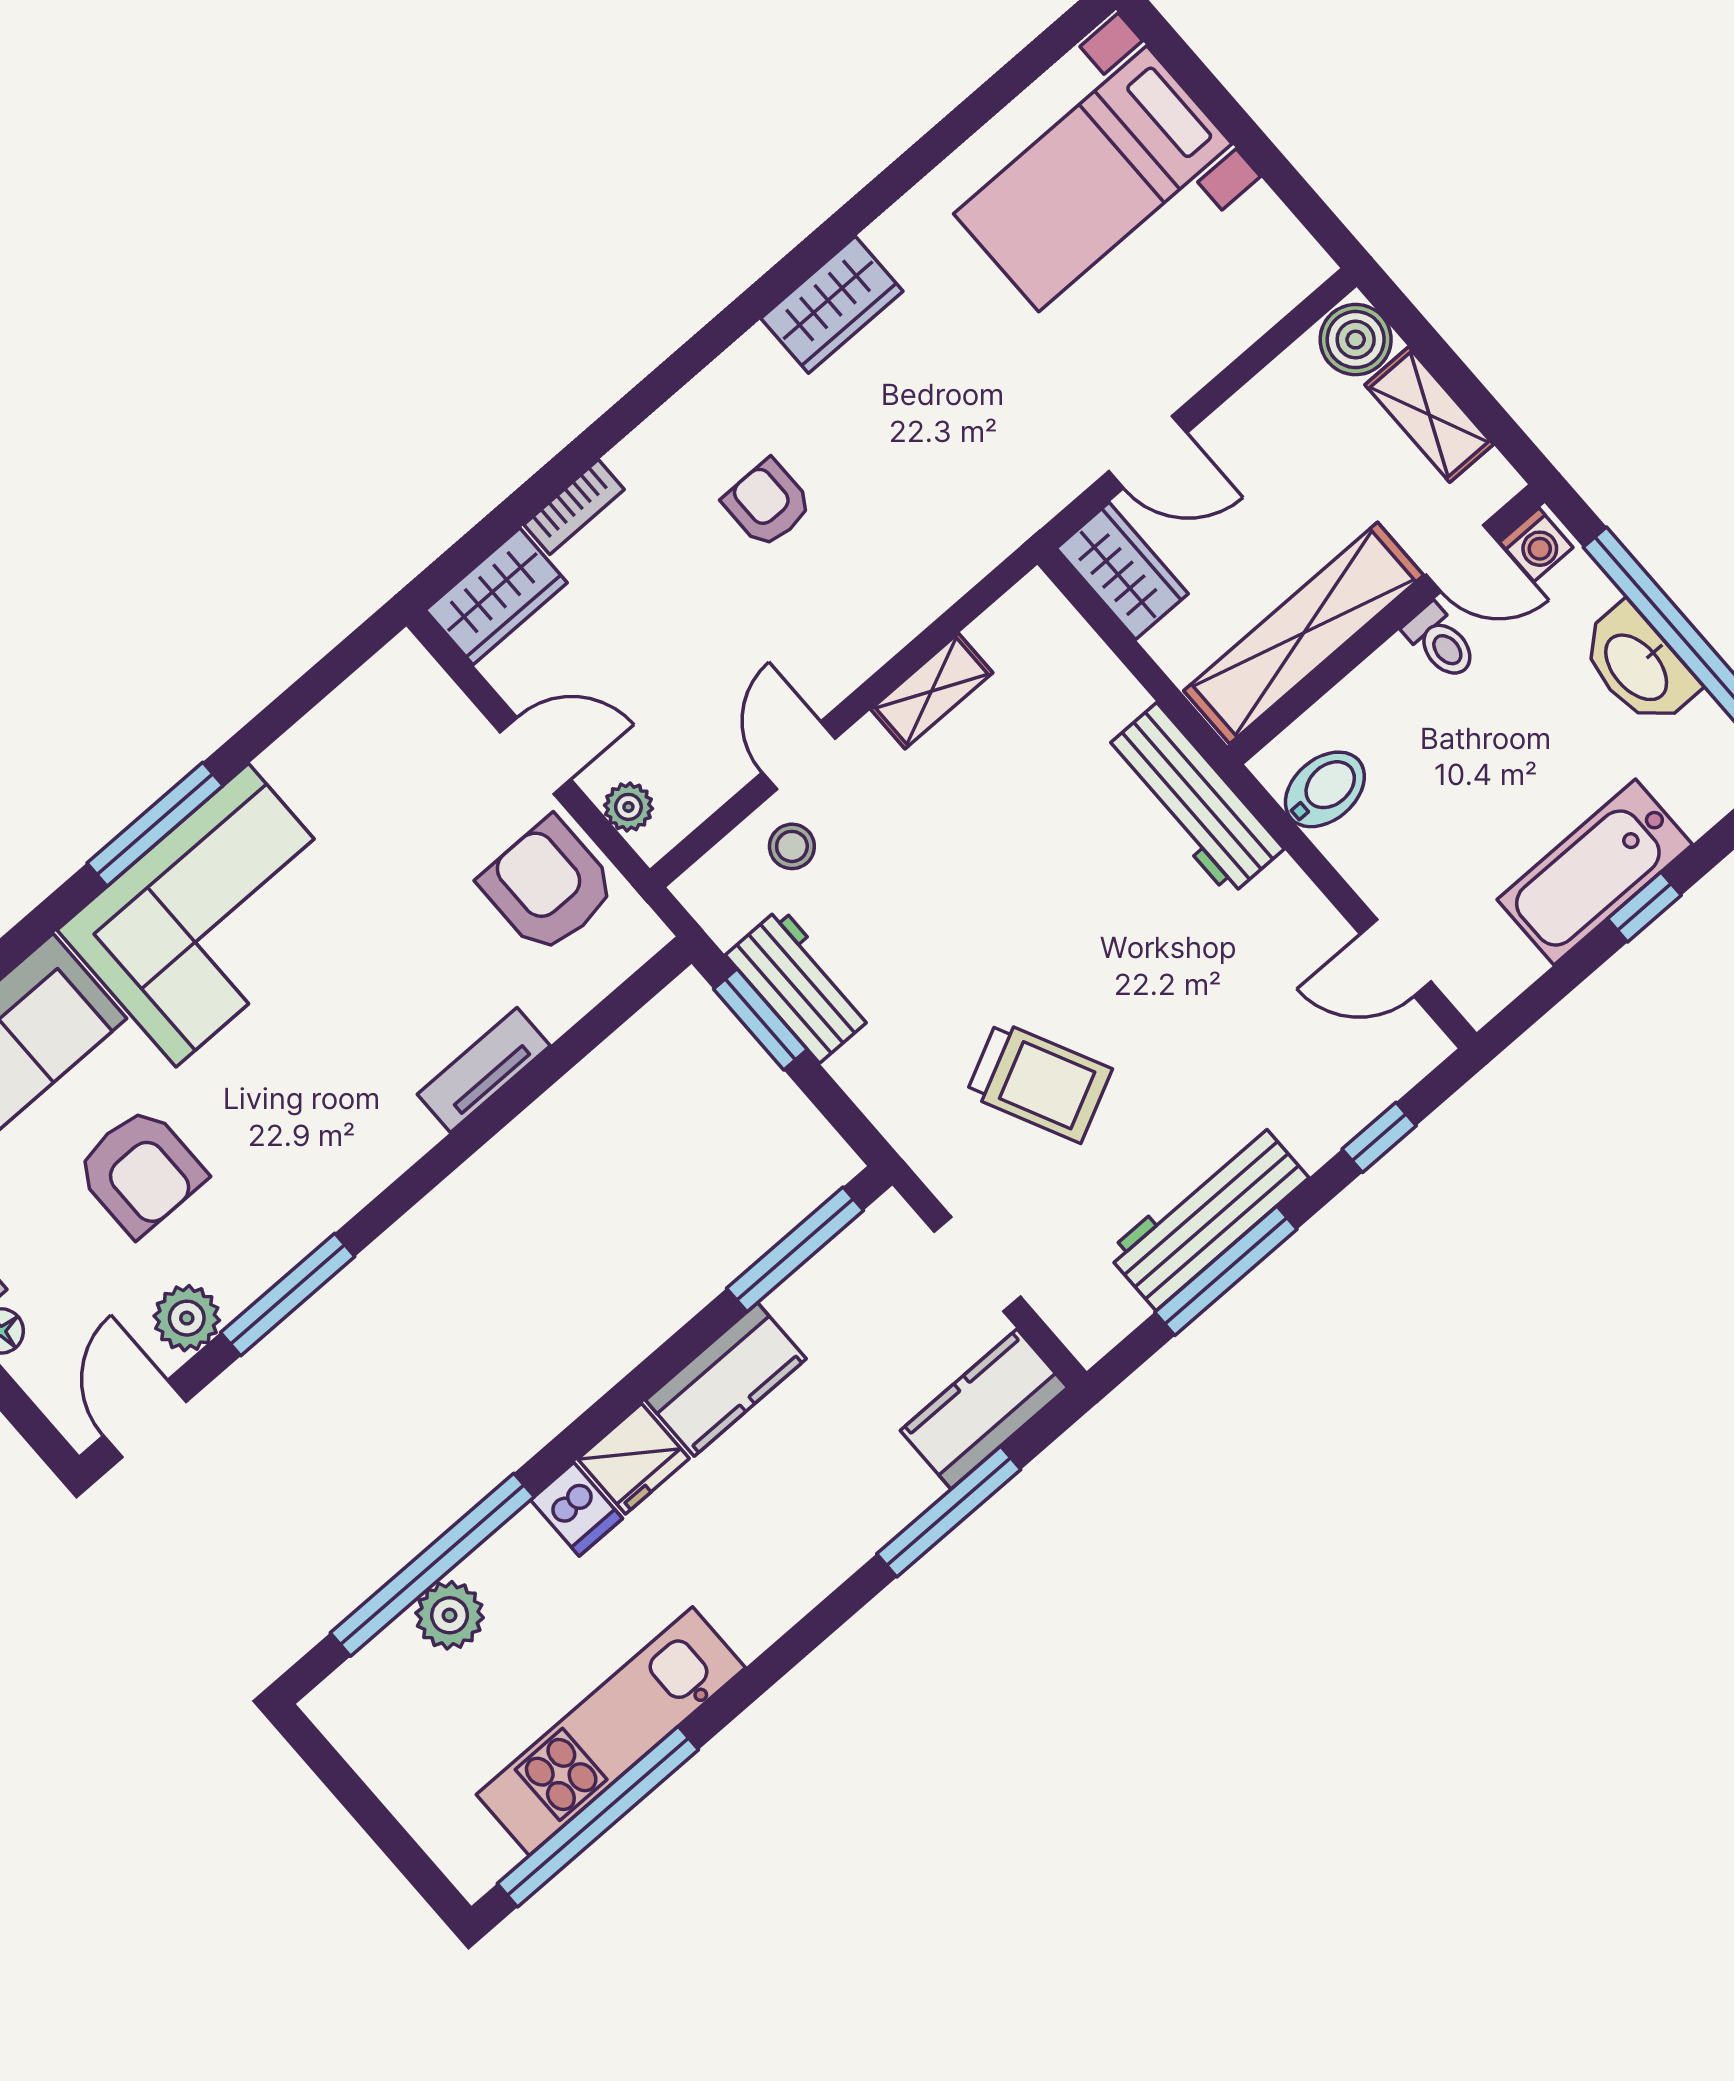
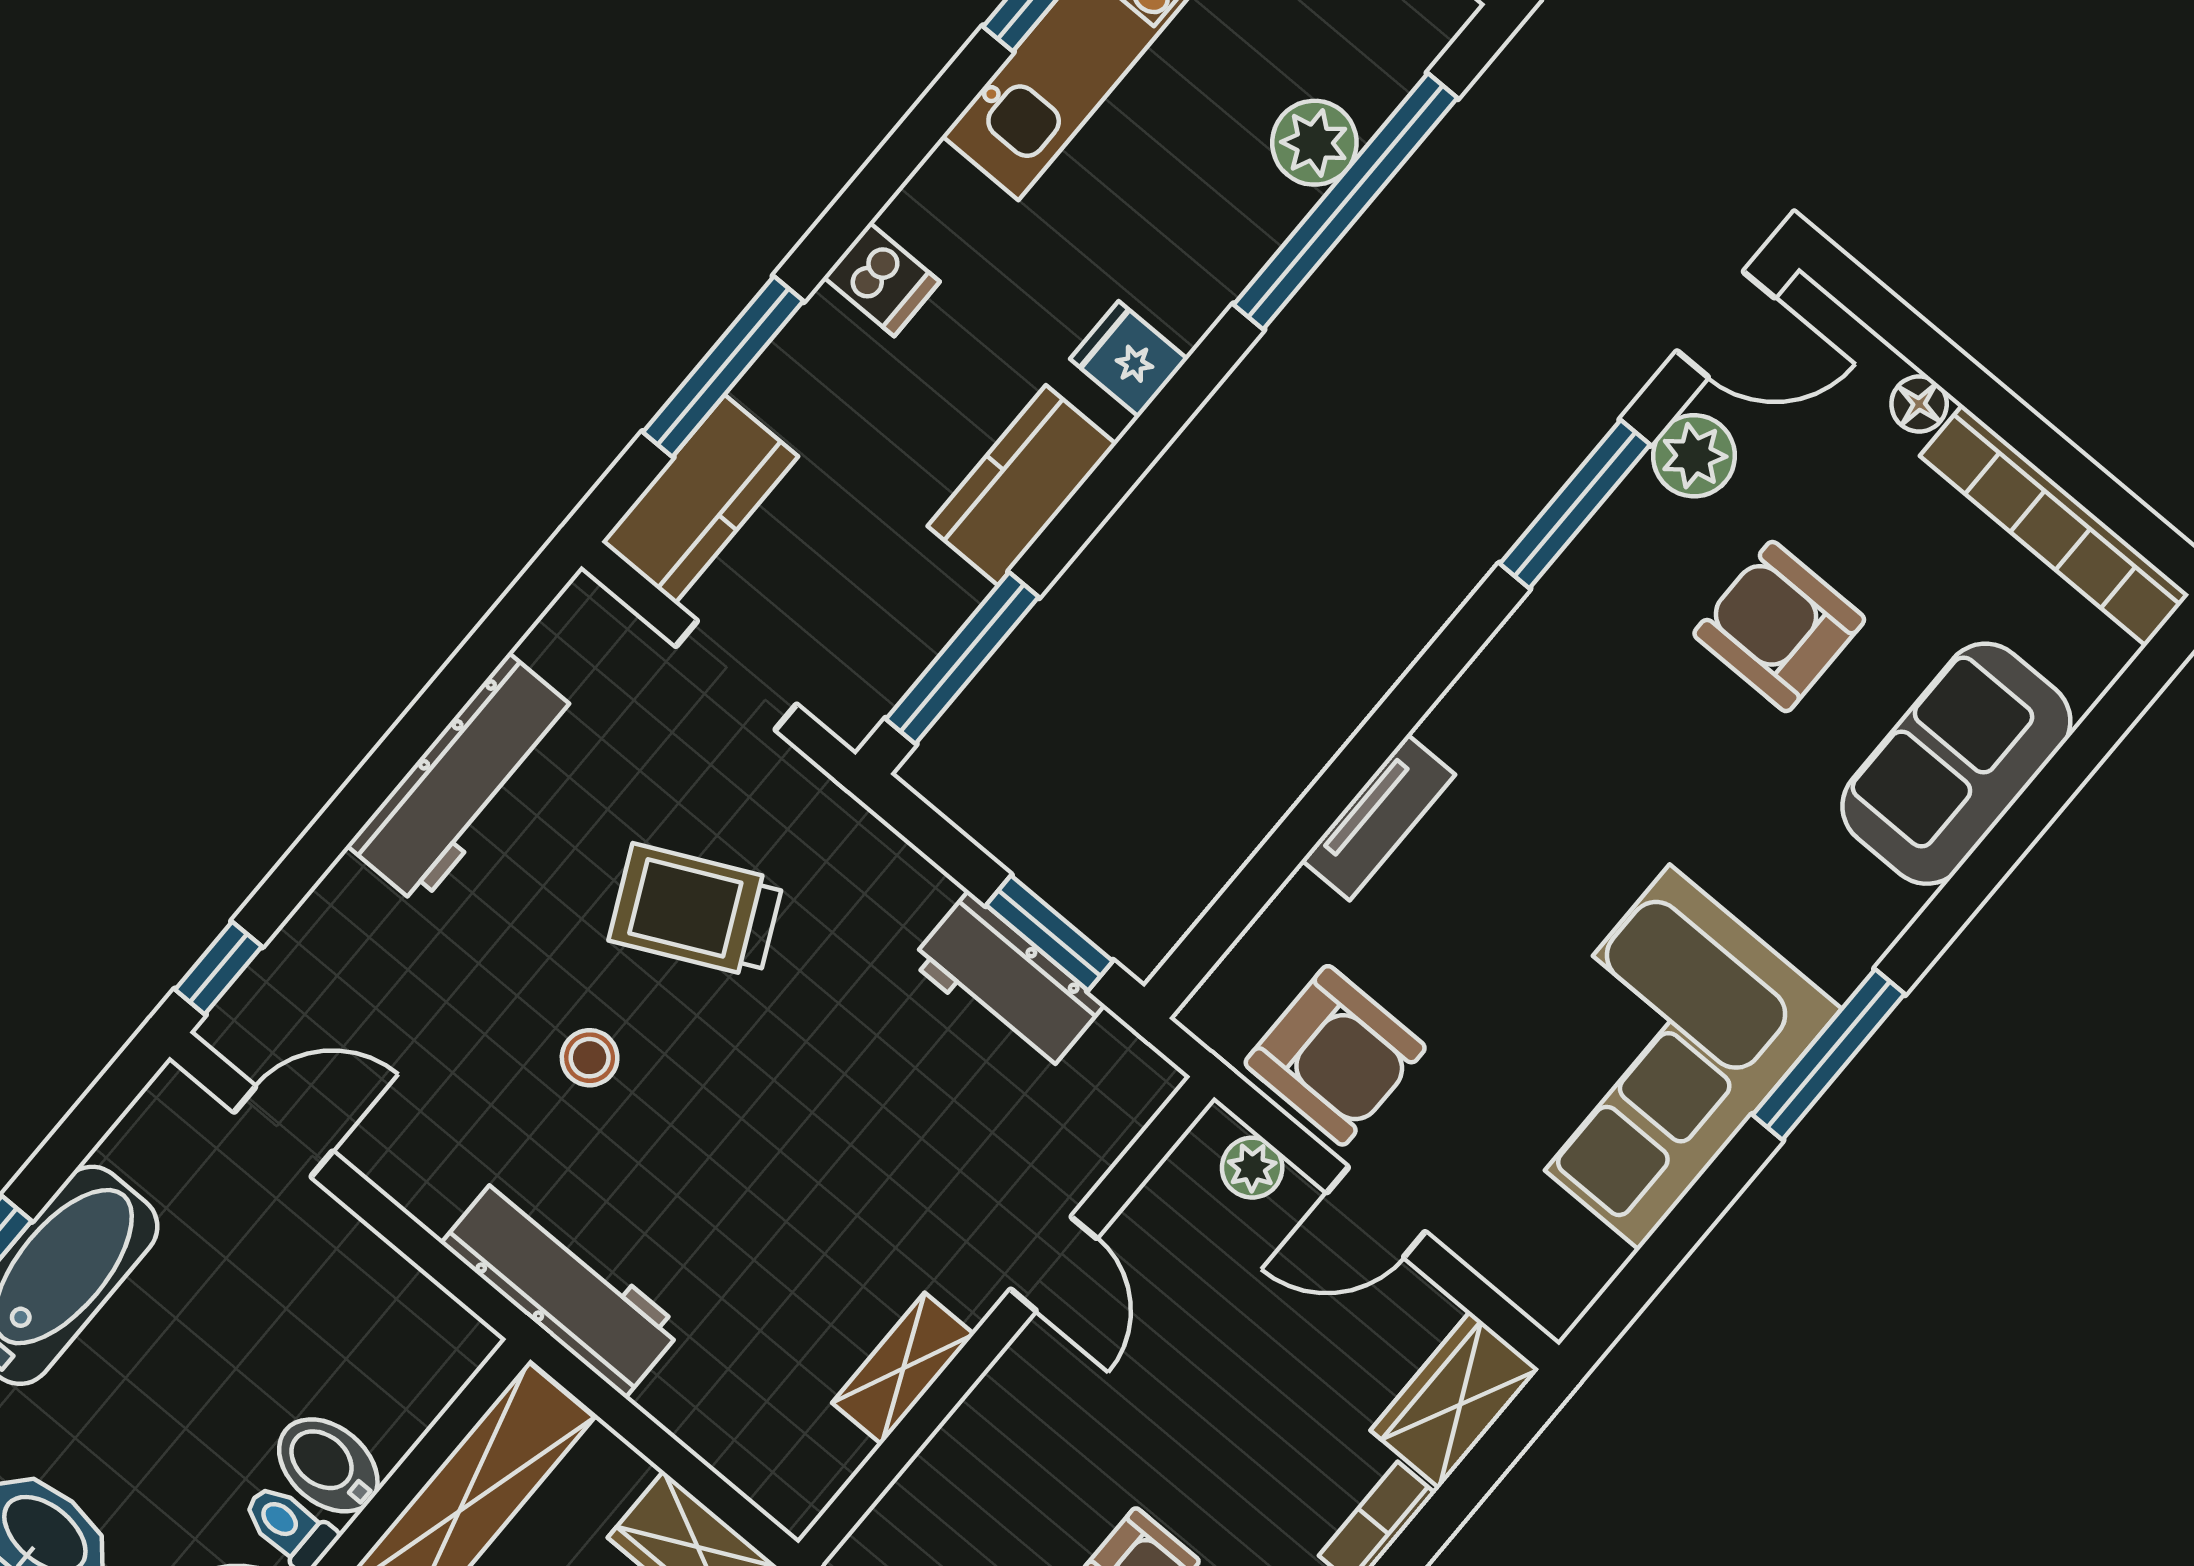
bidet: (1325, 789) -> (328, 1465), moved, turned 90
stool: (792, 846) -> (590, 1058), moved
corner sofa: (212, 915) -> (1655, 1057), moved
window: (1379, 1137) -> (218, 968), moved
window: (1226, 1271) -> (430, 715), removed
door: (145, 1419) -> (1726, 324), hinge flipped
fridge: (633, 1459) -> (1129, 359), width x0.72
dishwasher: (576, 1509) -> (882, 279), moved, turned 180

